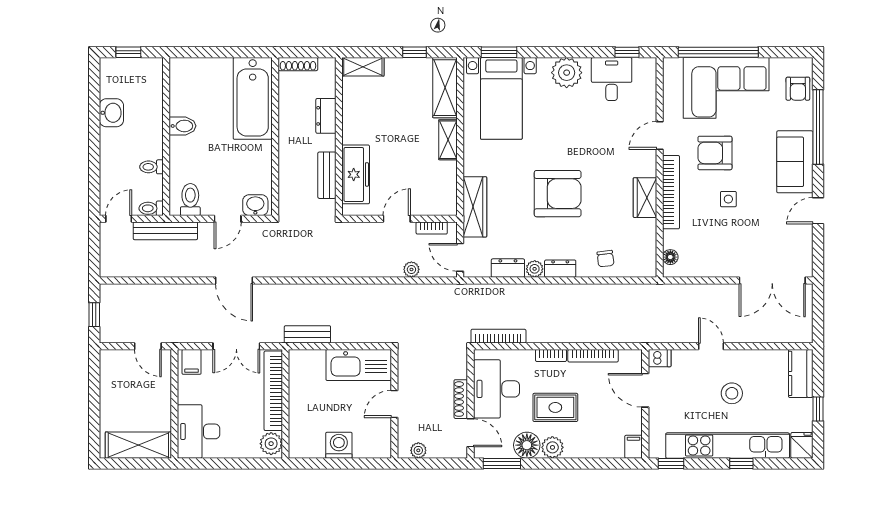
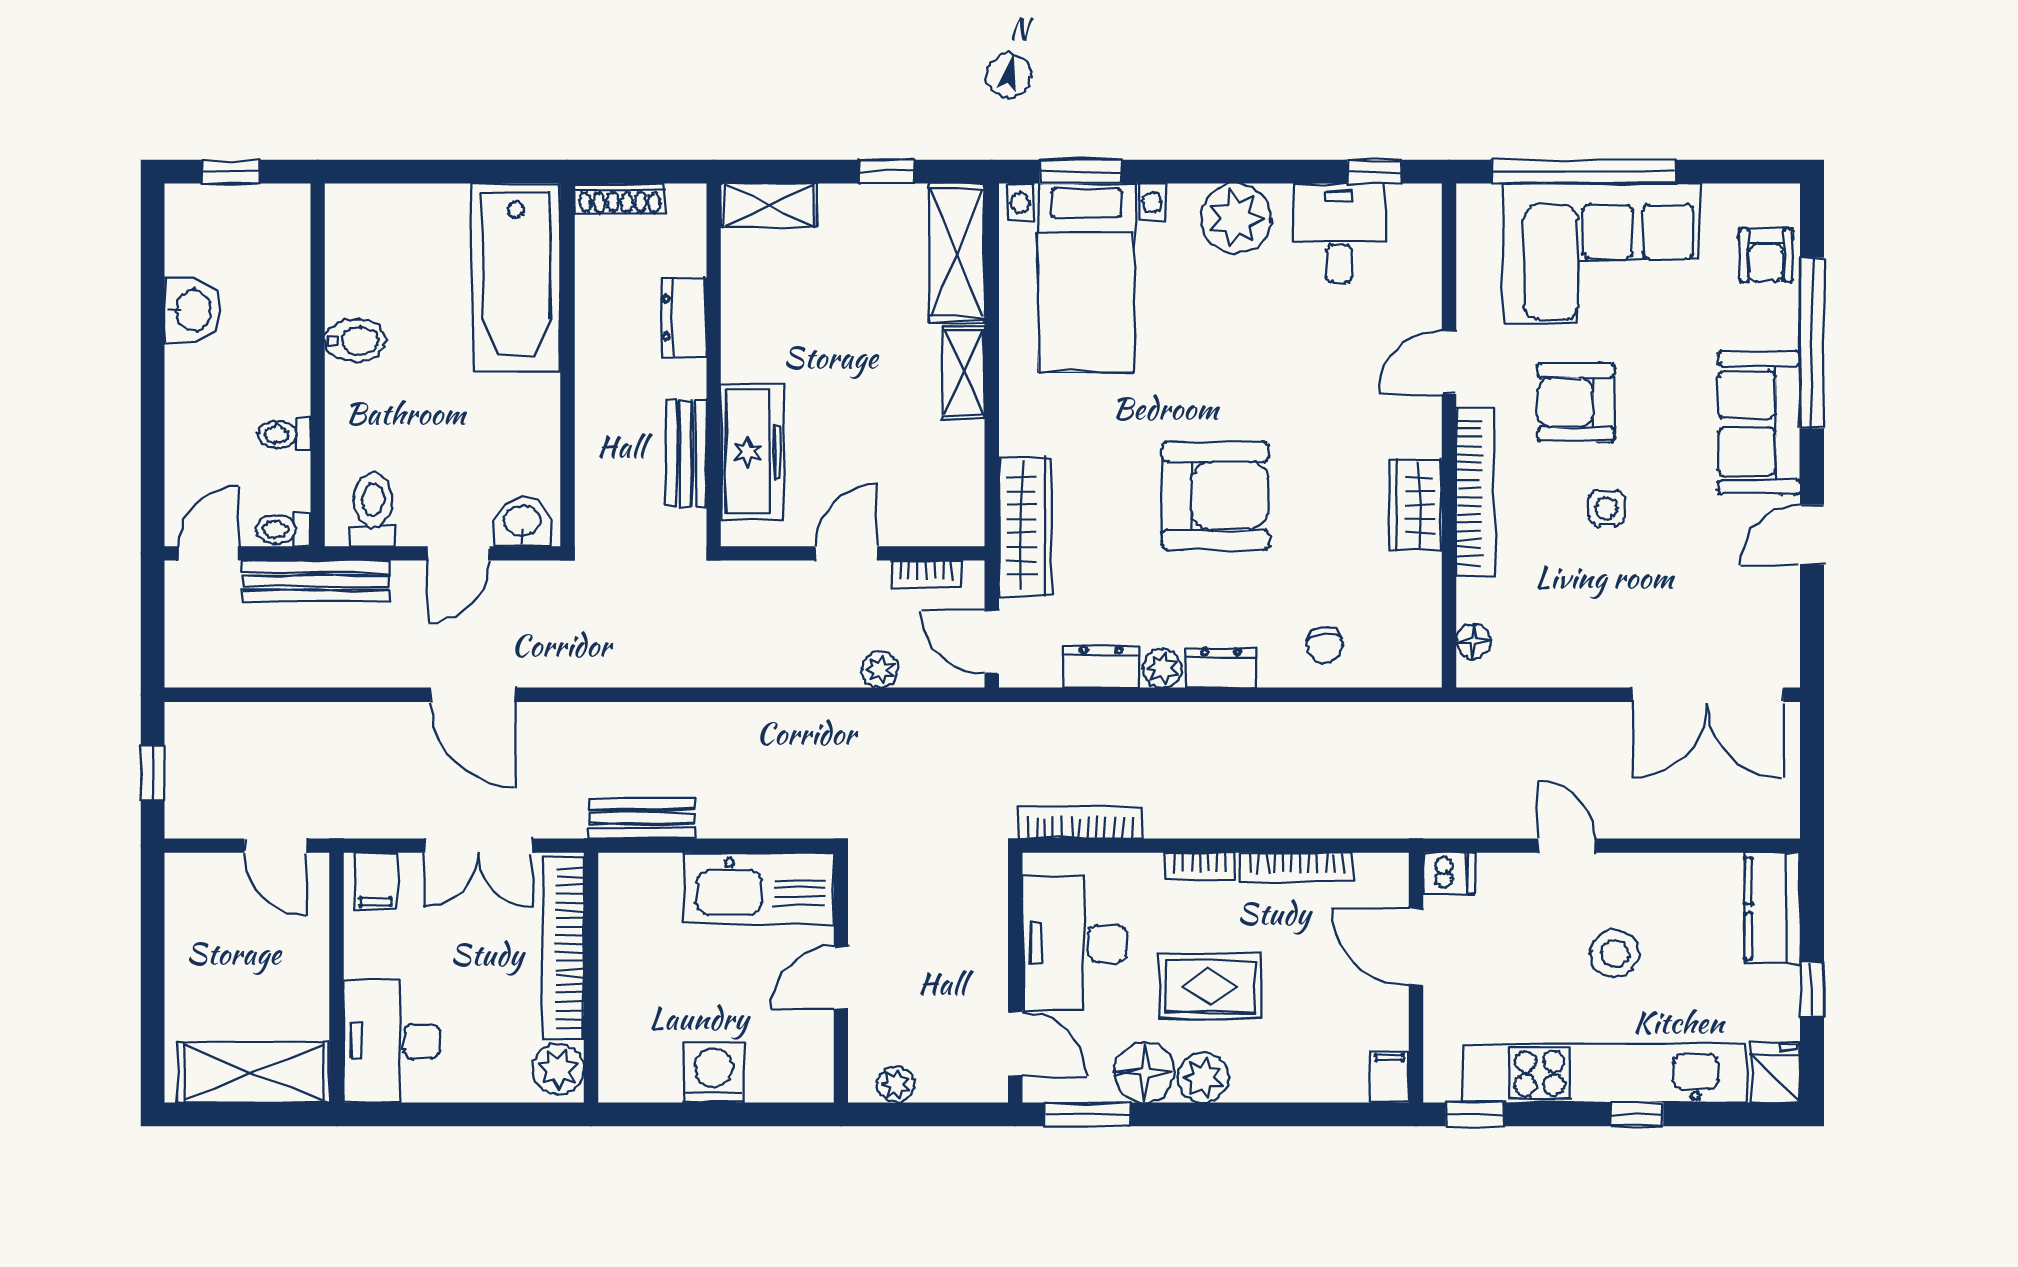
shoe rack: (461, 399) -> (993, 967), removed

